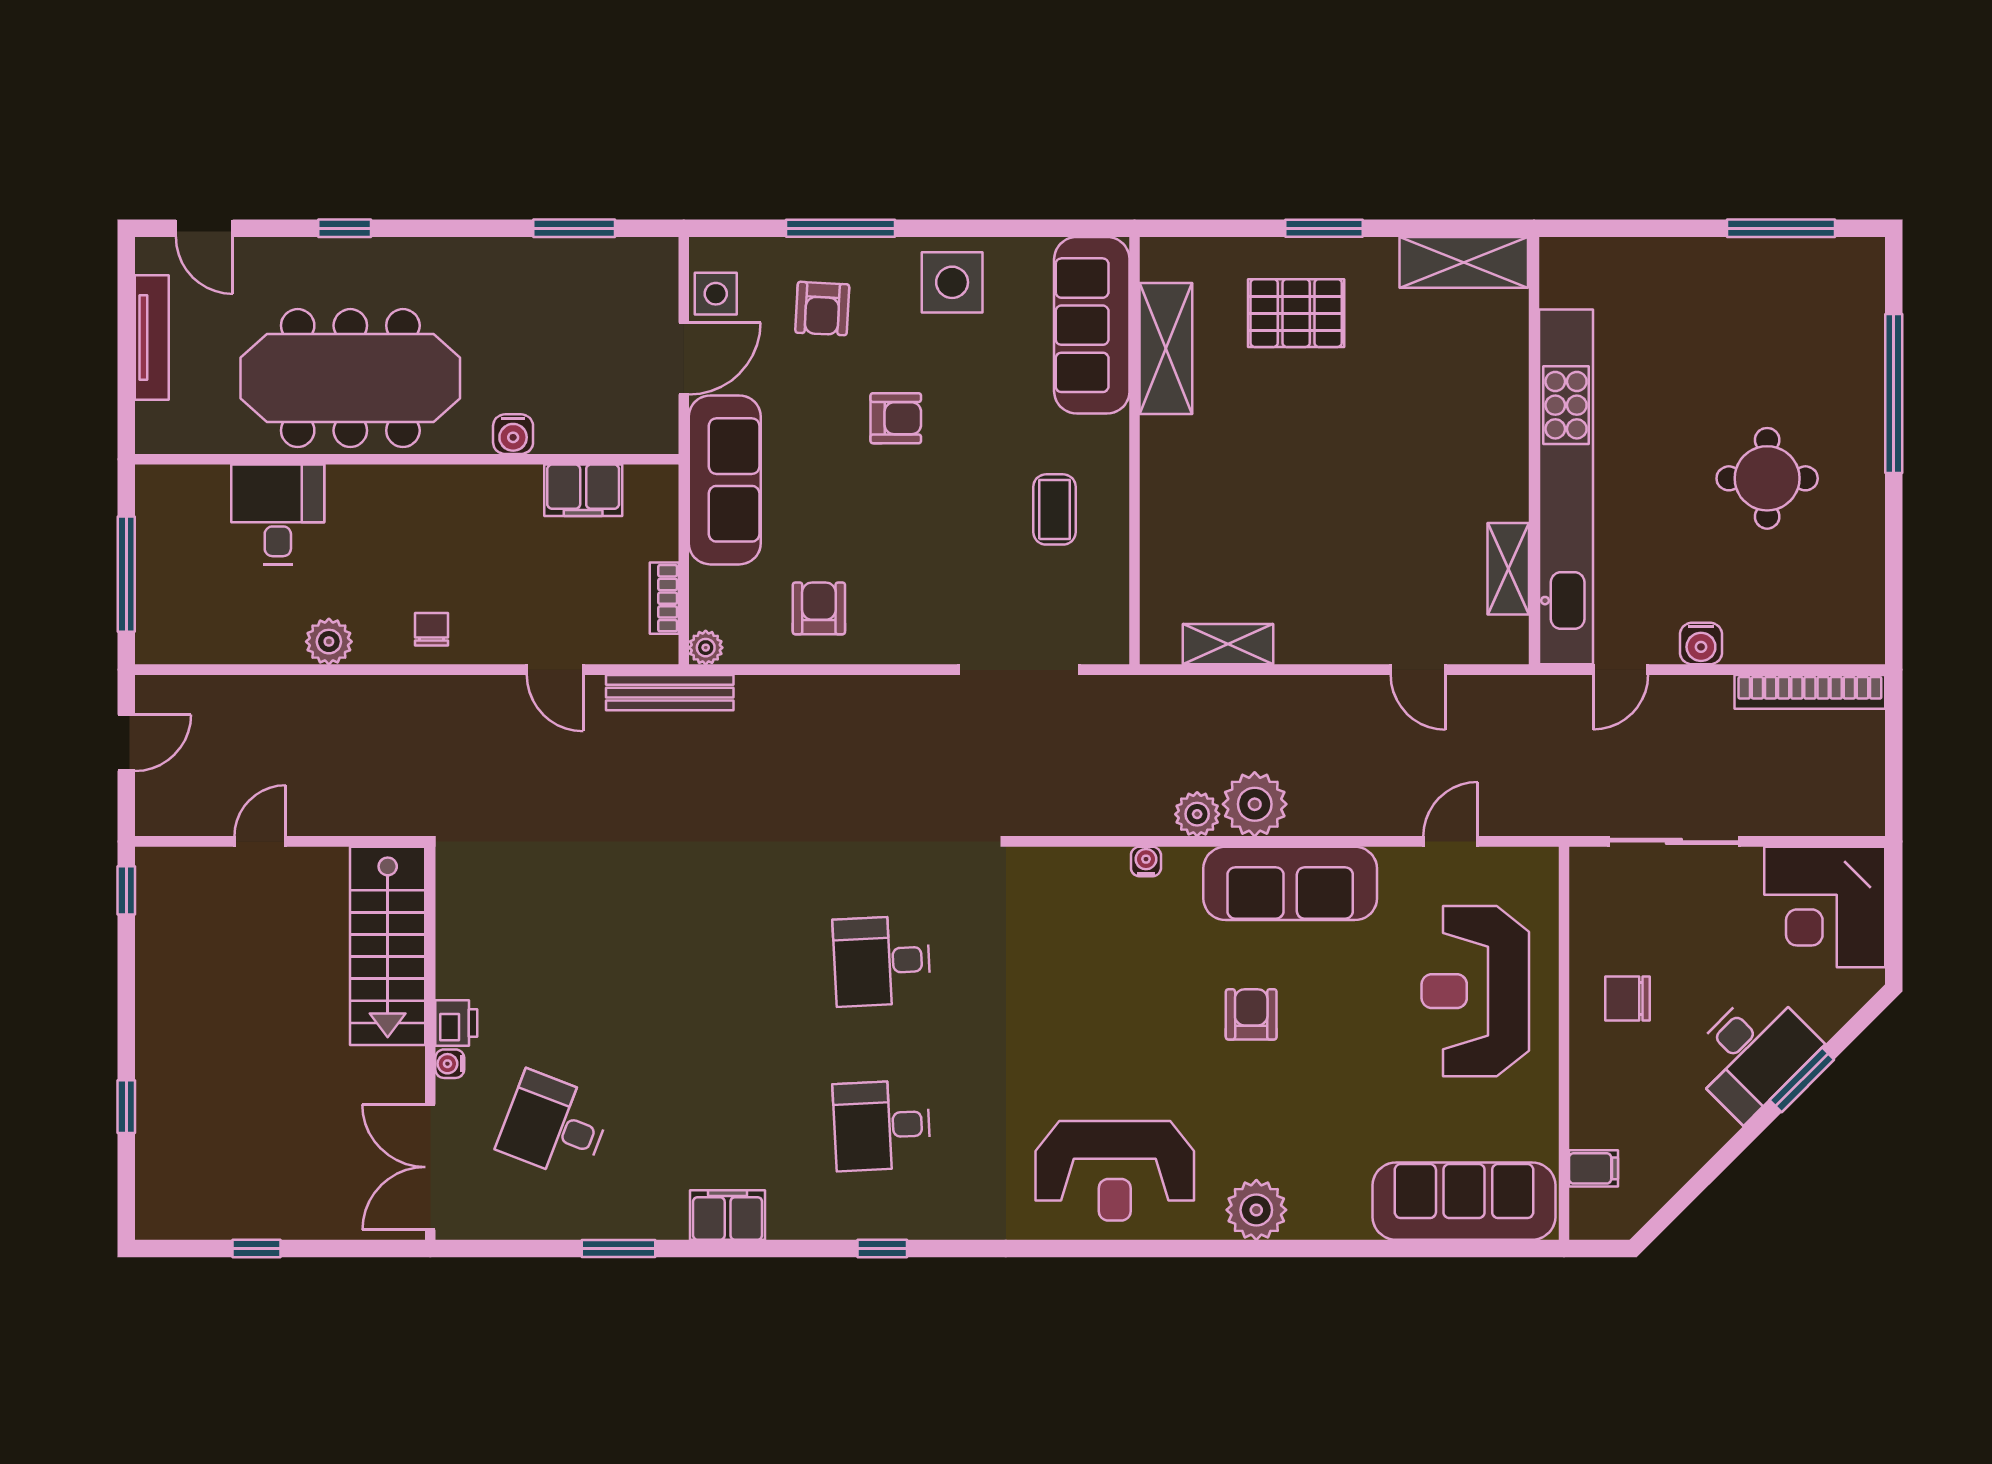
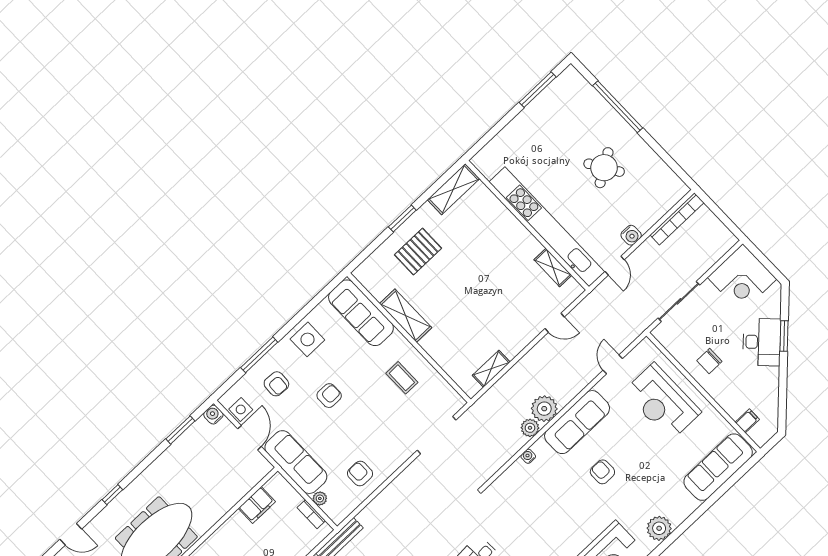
shelving: (1166, 349) -> (406, 316), moved
water cooler: (513, 434) -> (213, 415), moved, turned 180
round table: (1767, 478) -> (604, 168), turned -32
plant: (706, 648) -> (320, 498), moved

